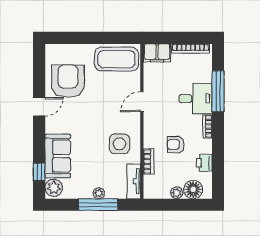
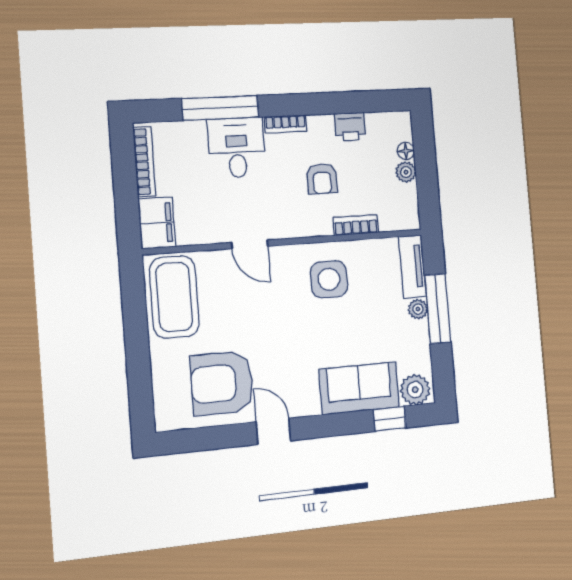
tv unit: (134, 181) -> (412, 266), moved, turned 90
floor lamp: (193, 189) -> (406, 151), width x0.53, depth x0.53

